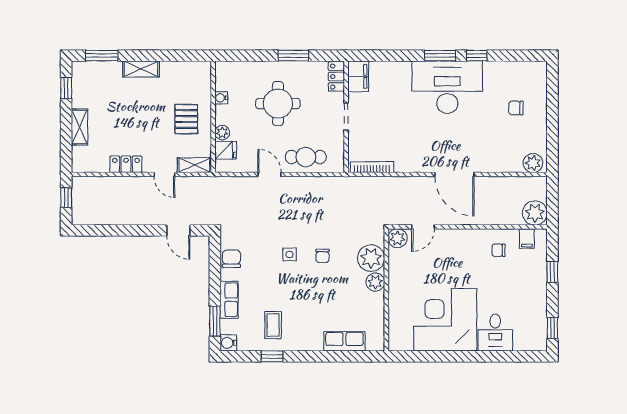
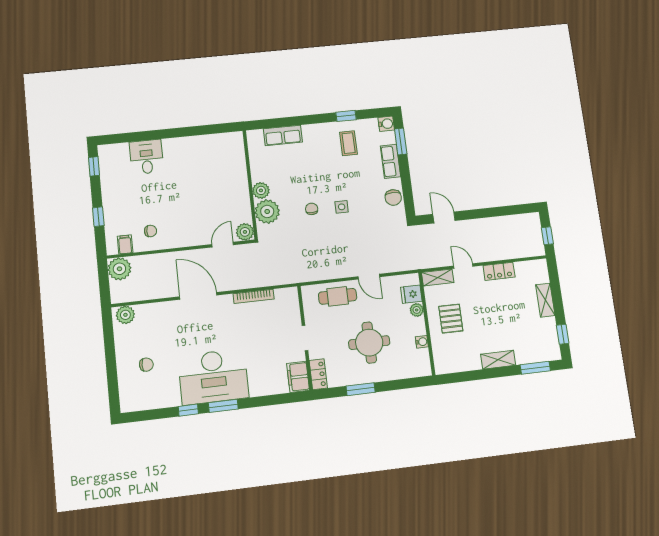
bookcase: (372, 167) -> (254, 296), moved
corner desk: (445, 320) -> (194, 164), removed

